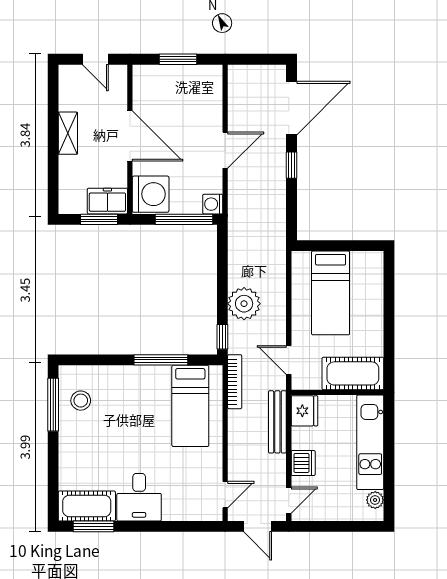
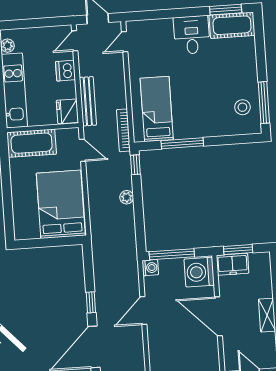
bed: (331, 293) -> (61, 204), width x1.50
plant: (244, 304) -> (127, 197), width x0.53, depth x0.53

